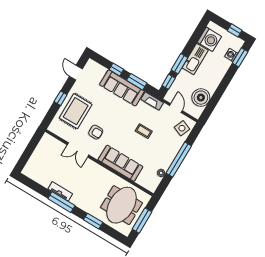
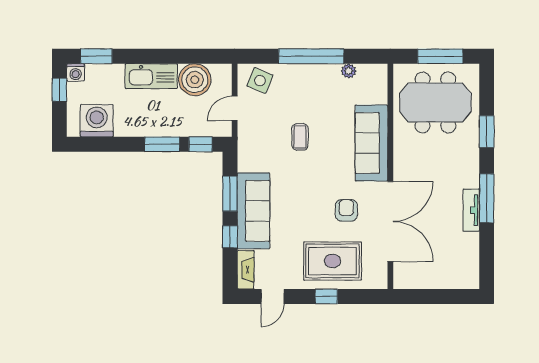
washing machine: (231, 55) -> (76, 72), moved
kitchen sink: (195, 59) -> (151, 76), moved, turned 180
fireplace: (152, 101) -> (246, 270), moved
double door: (78, 150) -> (390, 221), width x1.87

